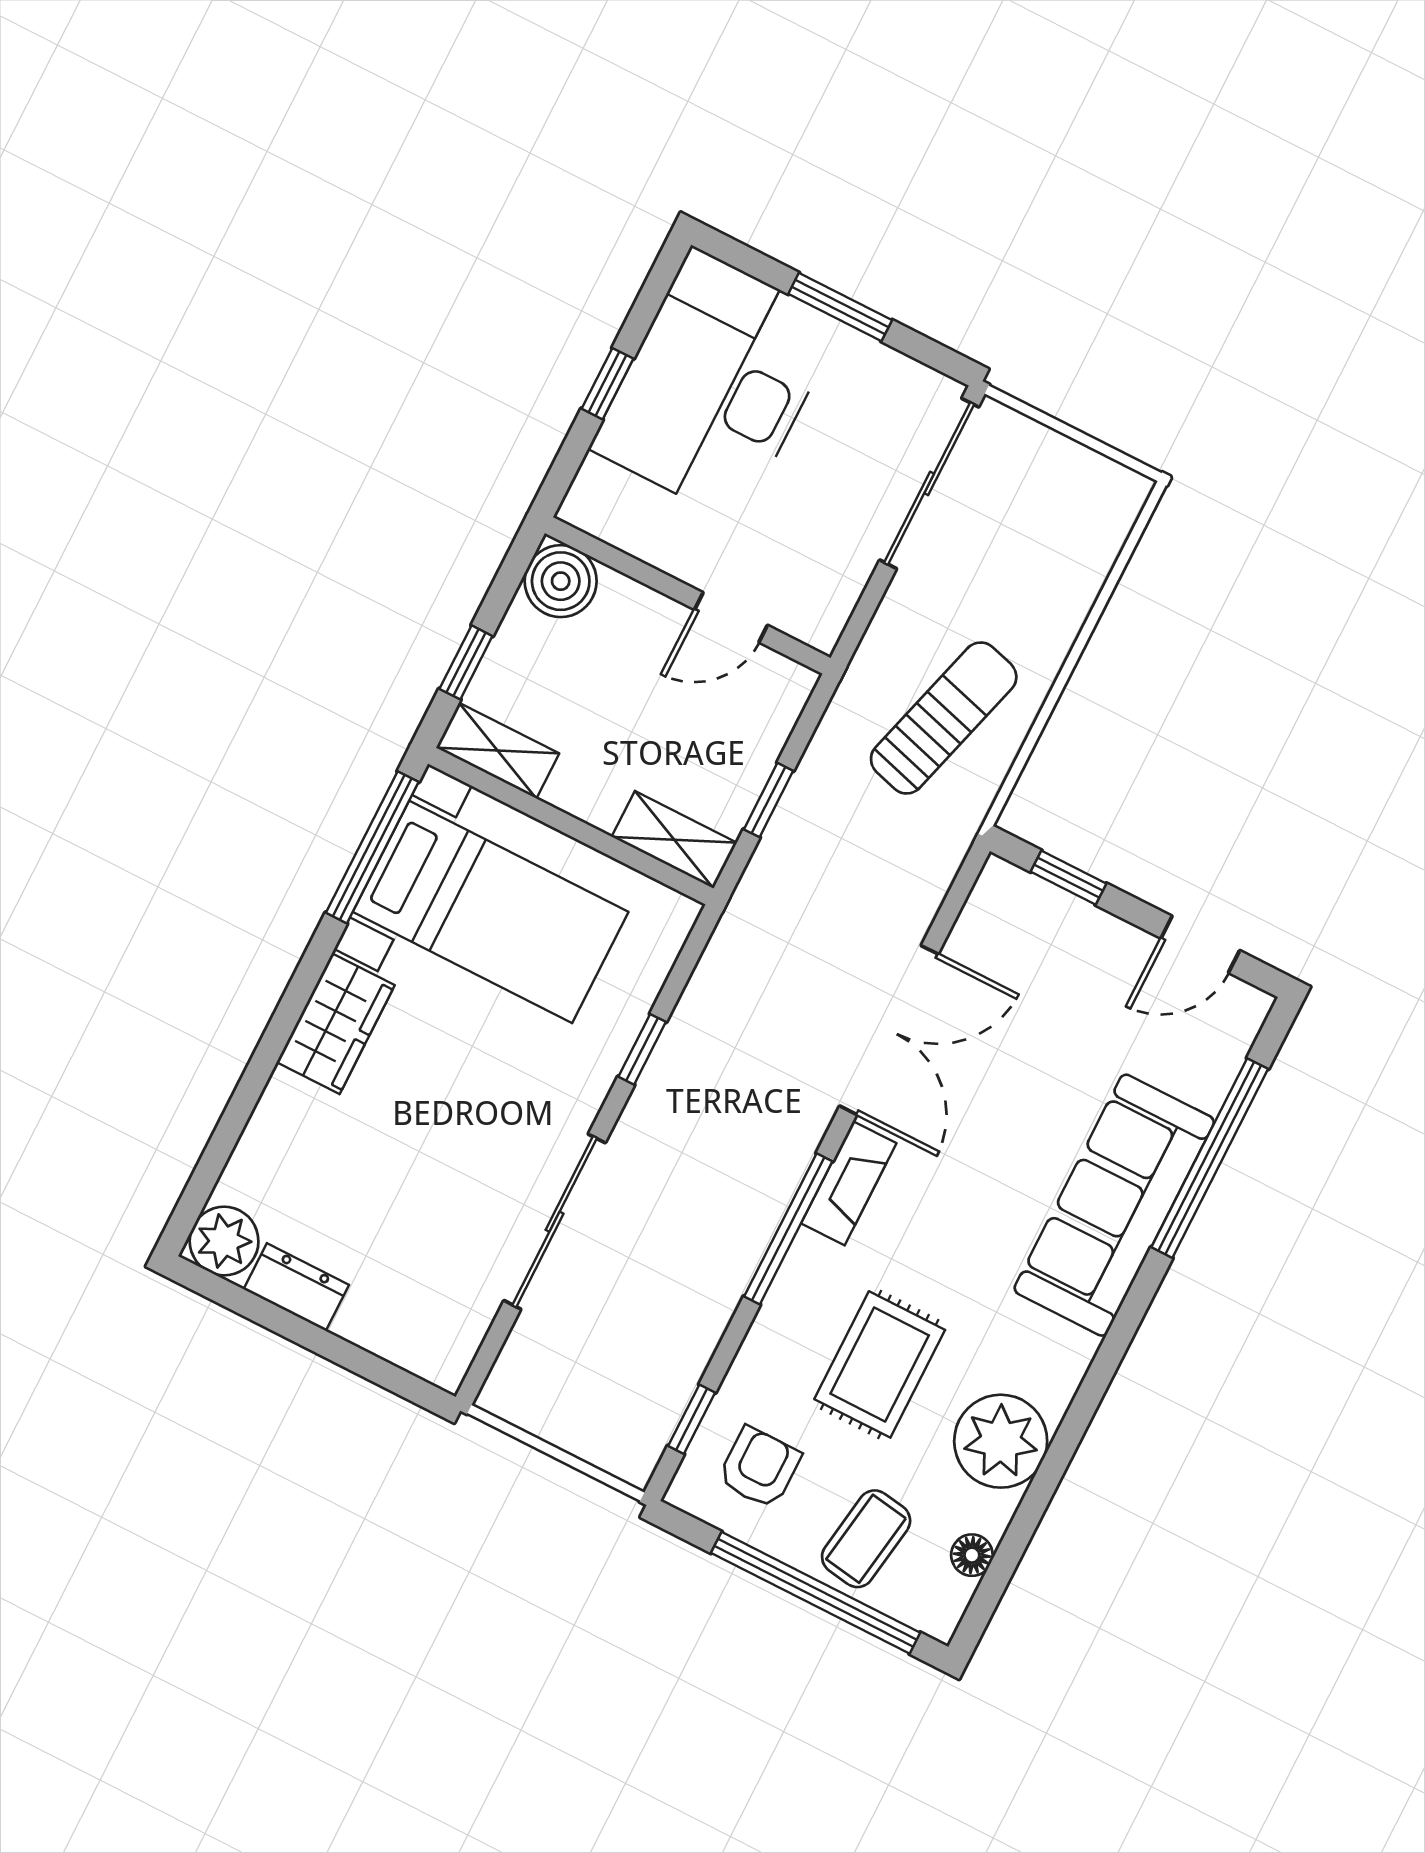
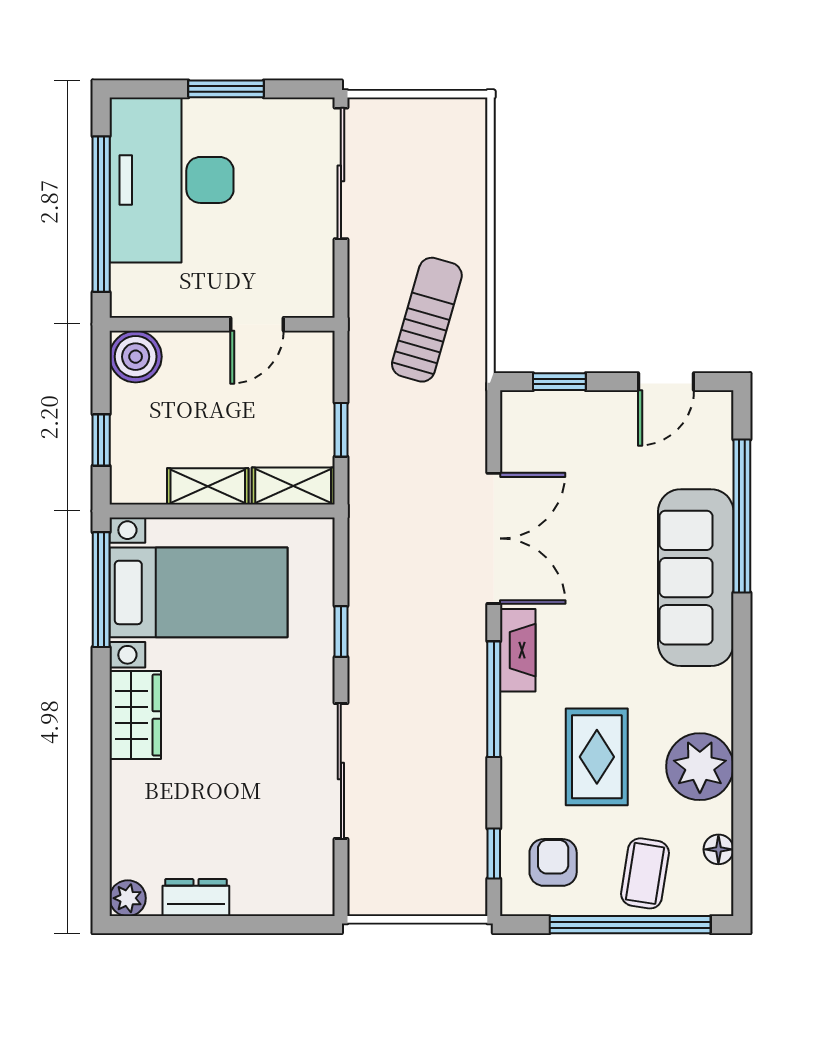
window: (607, 384) -> (101, 214), width x3.17
shelving: (498, 751) -> (208, 486), moved
plant: (224, 1241) -> (128, 898), width x0.73, depth x0.73

